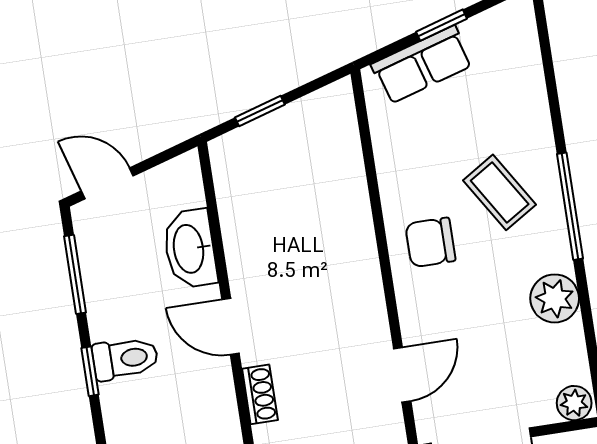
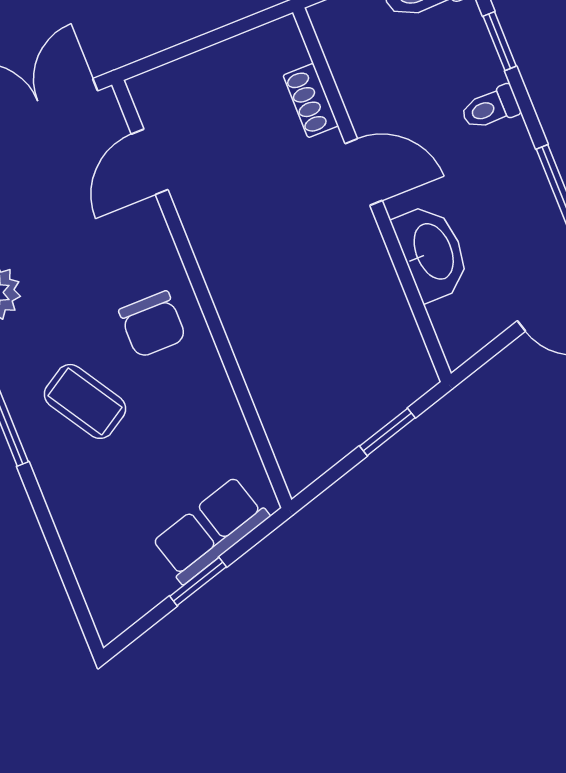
chair: (430, 242) -> (152, 324), turned 90
toilet: (125, 359) -> (490, 108), width x0.73, depth x0.72
window: (90, 371) -> (500, 41), moved

